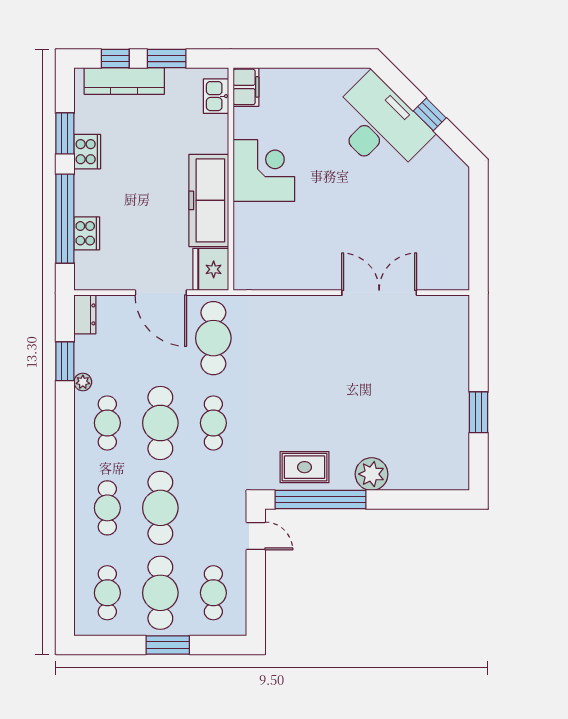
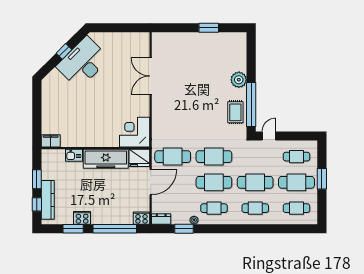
kitchen sink: (216, 96) -> (74, 155), moved
desk: (379, 126) -> (83, 63), moved
corner desk: (264, 170) -> (135, 132), moved
cooker: (87, 233) -> (141, 218), moved
cafe table: (213, 423) -> (214, 157), width x1.37, depth x1.35

